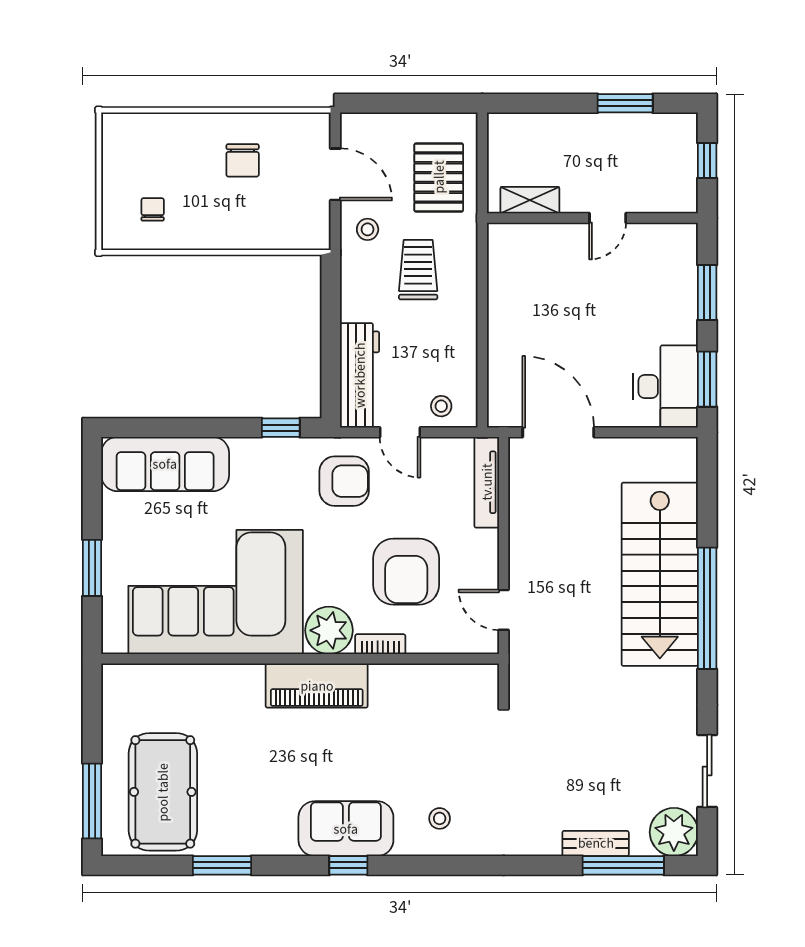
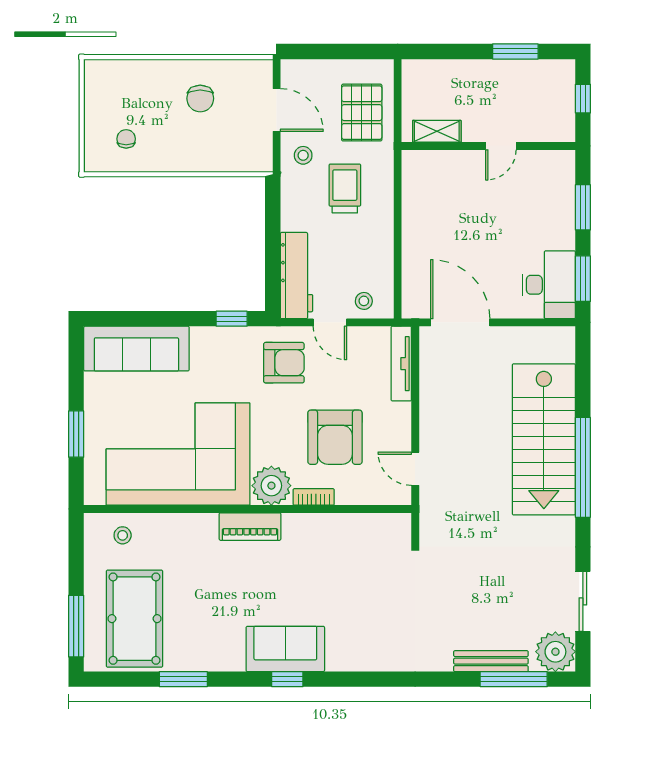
piano: (317, 686) -> (250, 527), width x0.73, depth x0.75
stool: (440, 818) -> (123, 535), moved
bench: (596, 843) -> (491, 661), width x1.36

